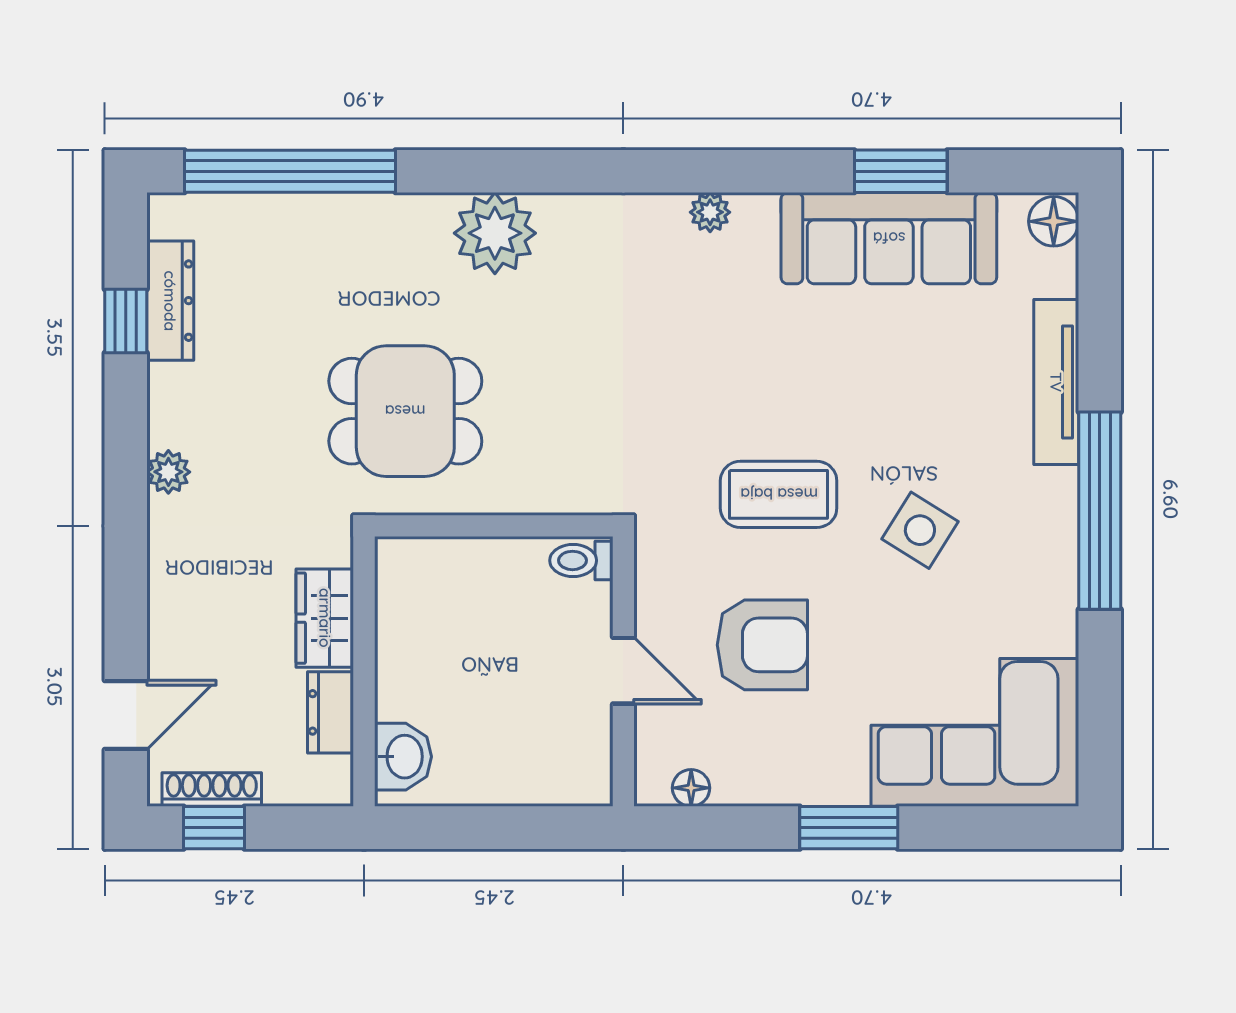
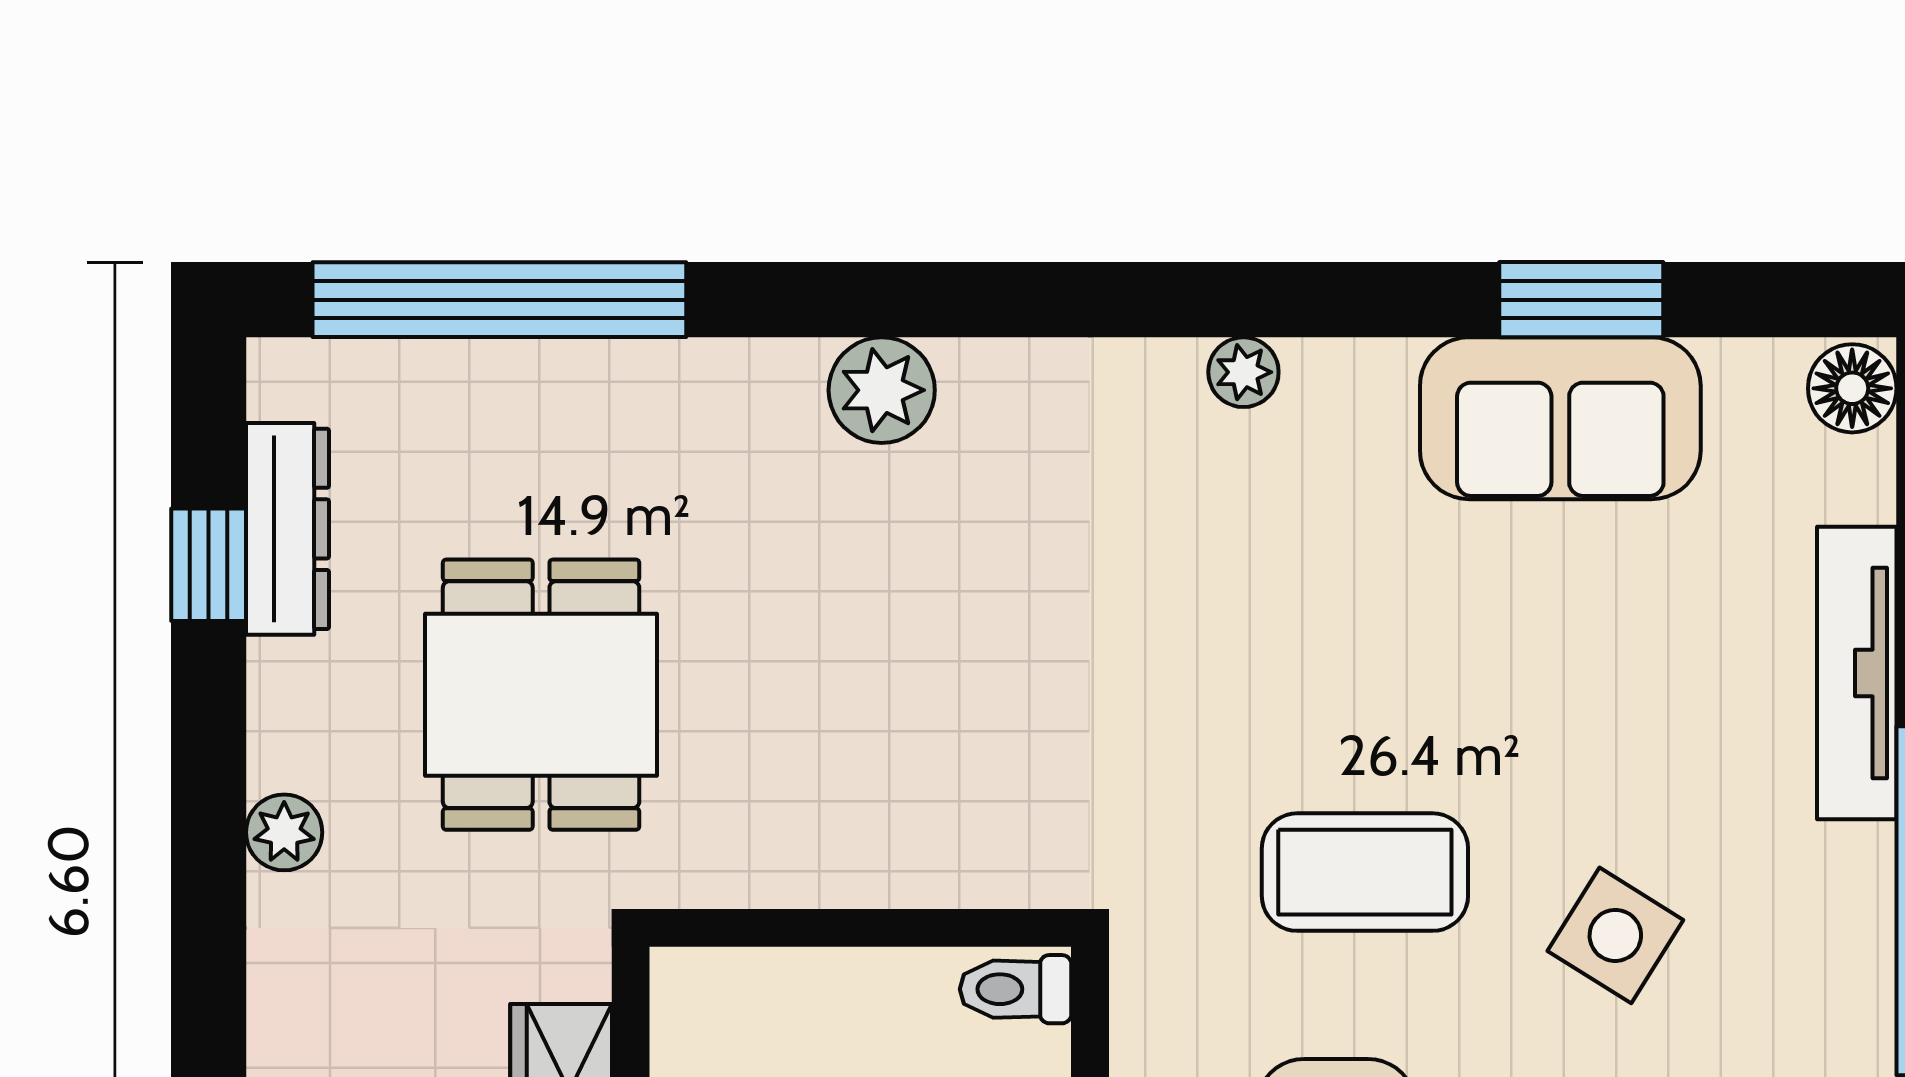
plant: (495, 233) -> (882, 390), width x0.73, depth x0.73
sofa: (889, 238) -> (1560, 418), width x0.73
dining table: (405, 411) -> (541, 695), moved, turned 90

